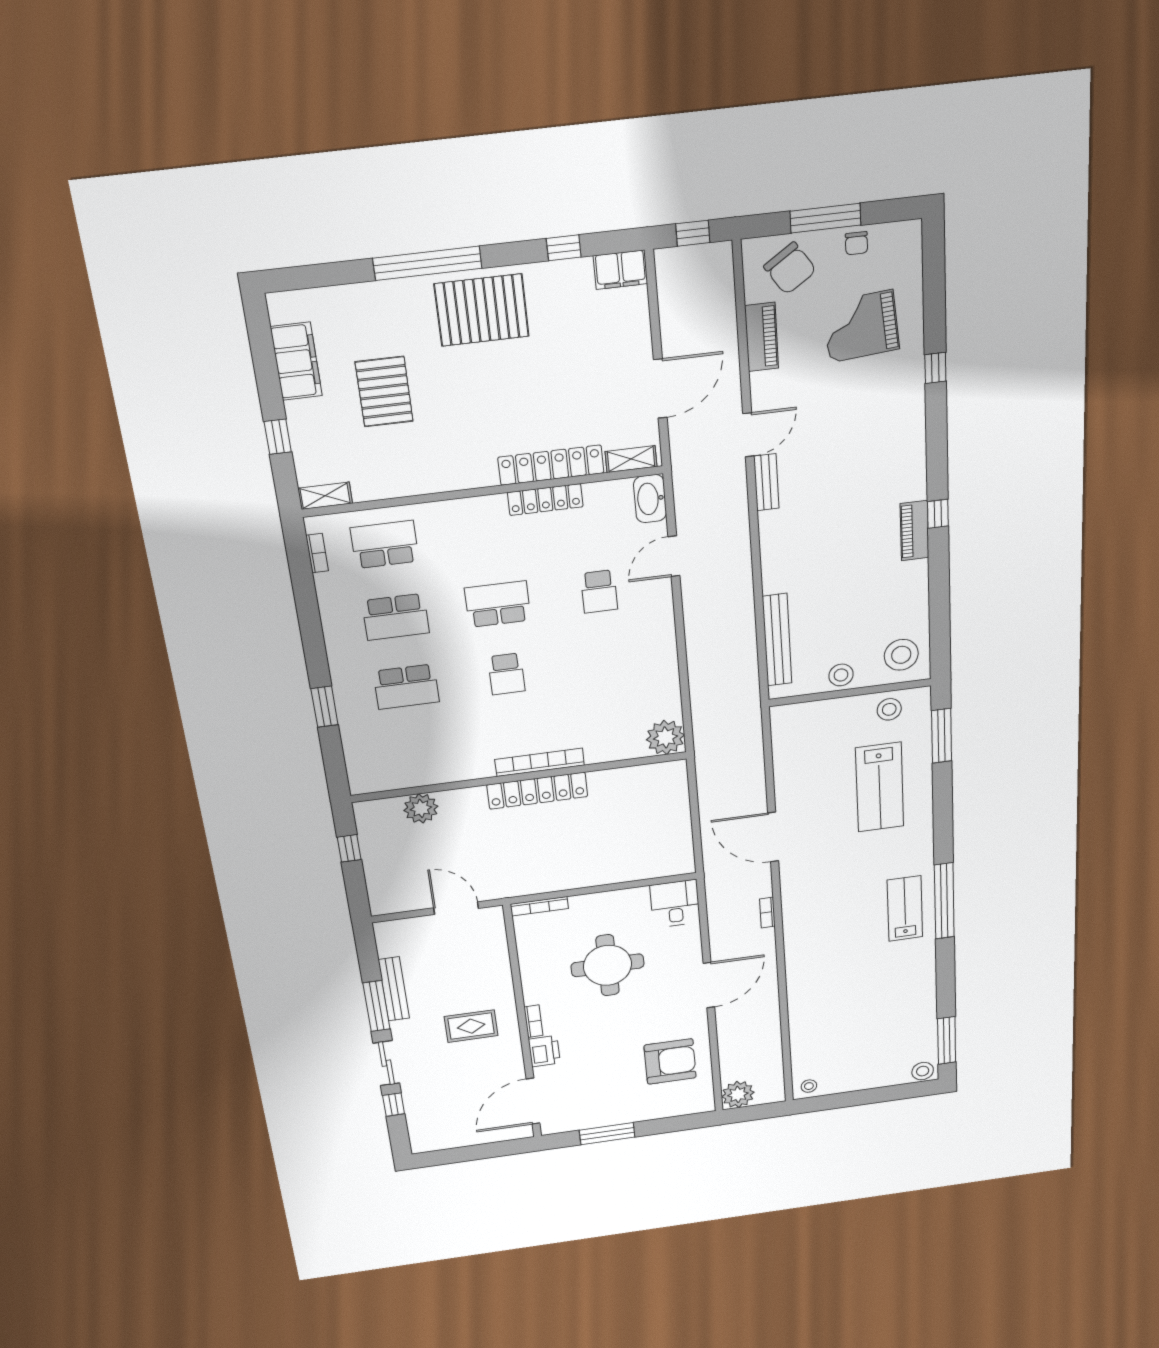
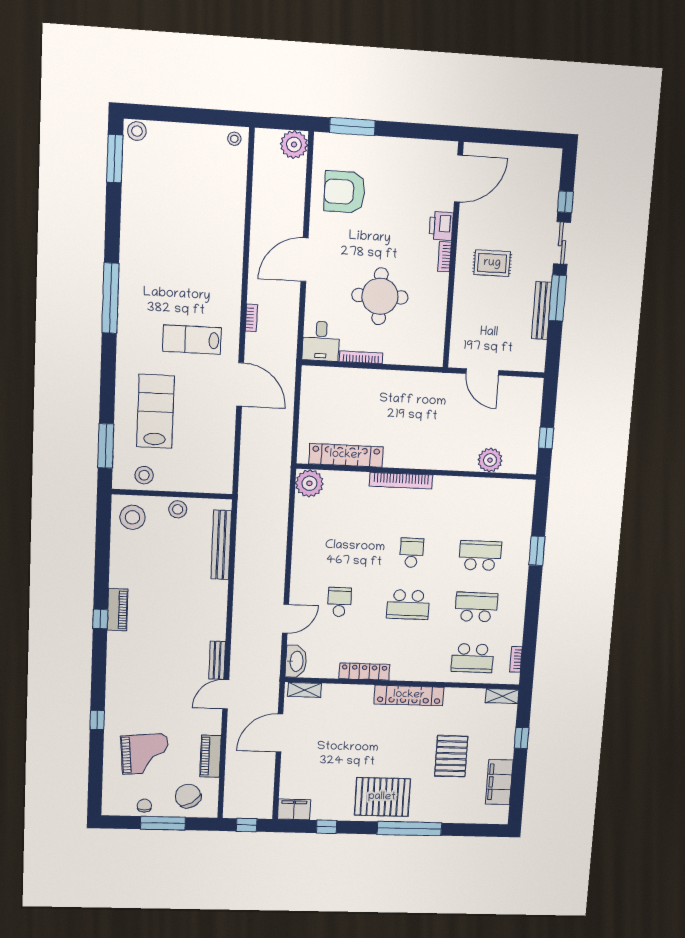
locker: (551, 465) -> (409, 695), moved
locker: (537, 791) -> (346, 455), moved
bookcase: (539, 906) -> (361, 357), moved
lab bench: (905, 909) -> (192, 340), moved, turned 90
window: (607, 1134) -> (352, 127), moved

